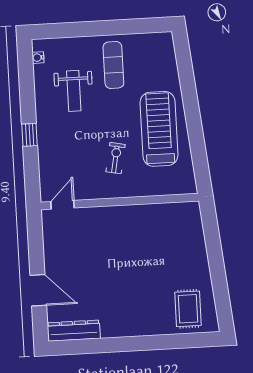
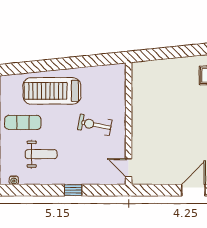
treadmill: (159, 129) -> (52, 91), moved
exercise bike: (116, 158) -> (95, 125), width x1.38, depth x1.39

